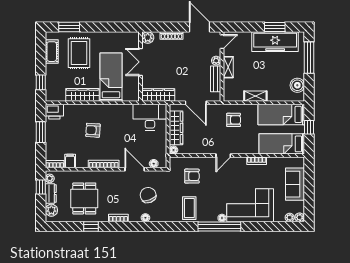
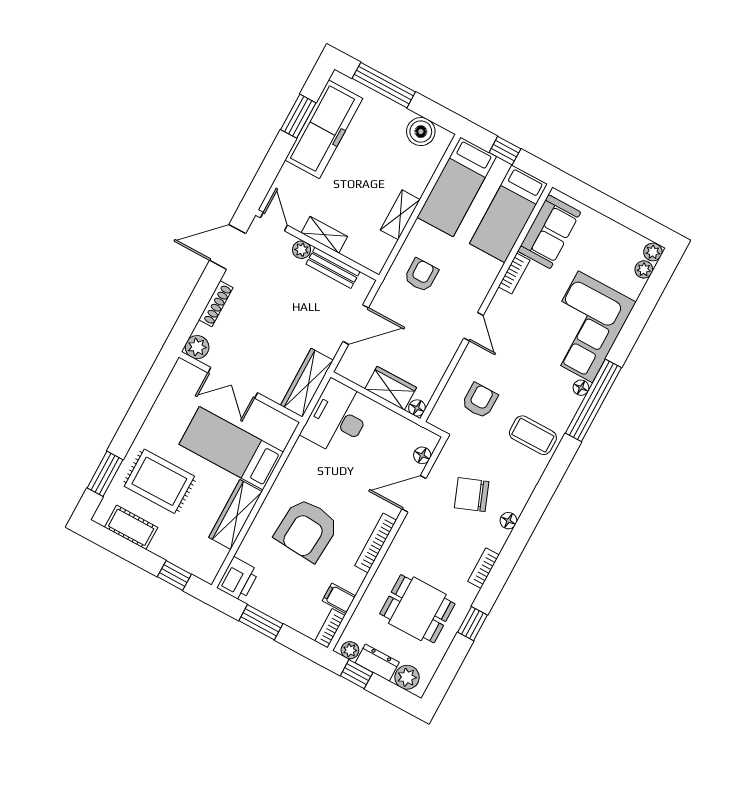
wardrobe: (176, 128) -> (391, 388), width x0.67
armchair: (93, 130) -> (307, 530), width x1.88, depth x1.88
sofa: (295, 184) -> (549, 232), moved, turned -90

